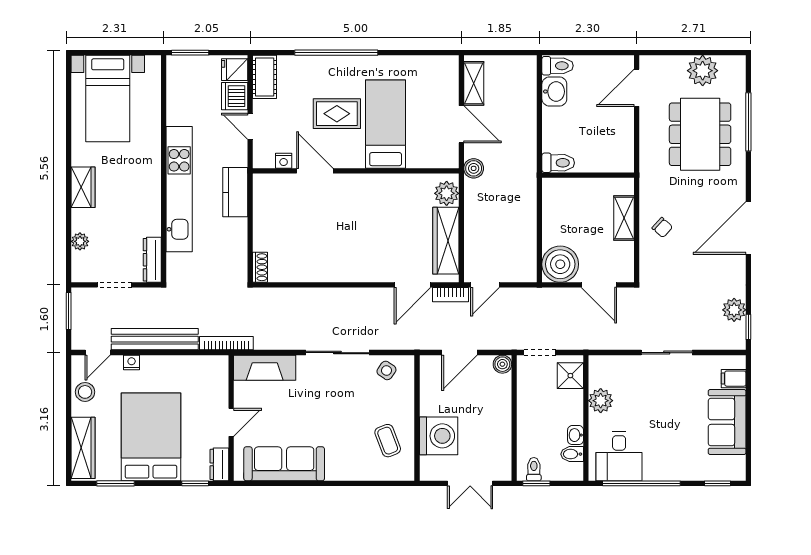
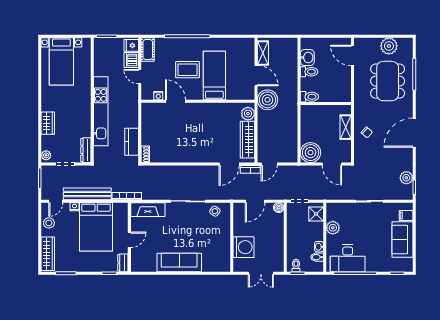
toilet: (558, 66) -> (309, 72), moved
door: (637, 88) -> (353, 55), hinge flipped
boiler: (474, 168) -> (268, 100), width x1.86, depth x1.86
wardrobe: (83, 187) -> (48, 123), moved
kitchen counter: (235, 192) -> (132, 142), moved
plant: (80, 241) -> (46, 155), moved
bed: (151, 437) -> (96, 227), moved, turned 180
coffee table: (388, 441) -> (216, 250), removed
desk: (619, 456) -> (348, 258), width x1.37
sofa: (284, 464) -> (179, 263), moved

